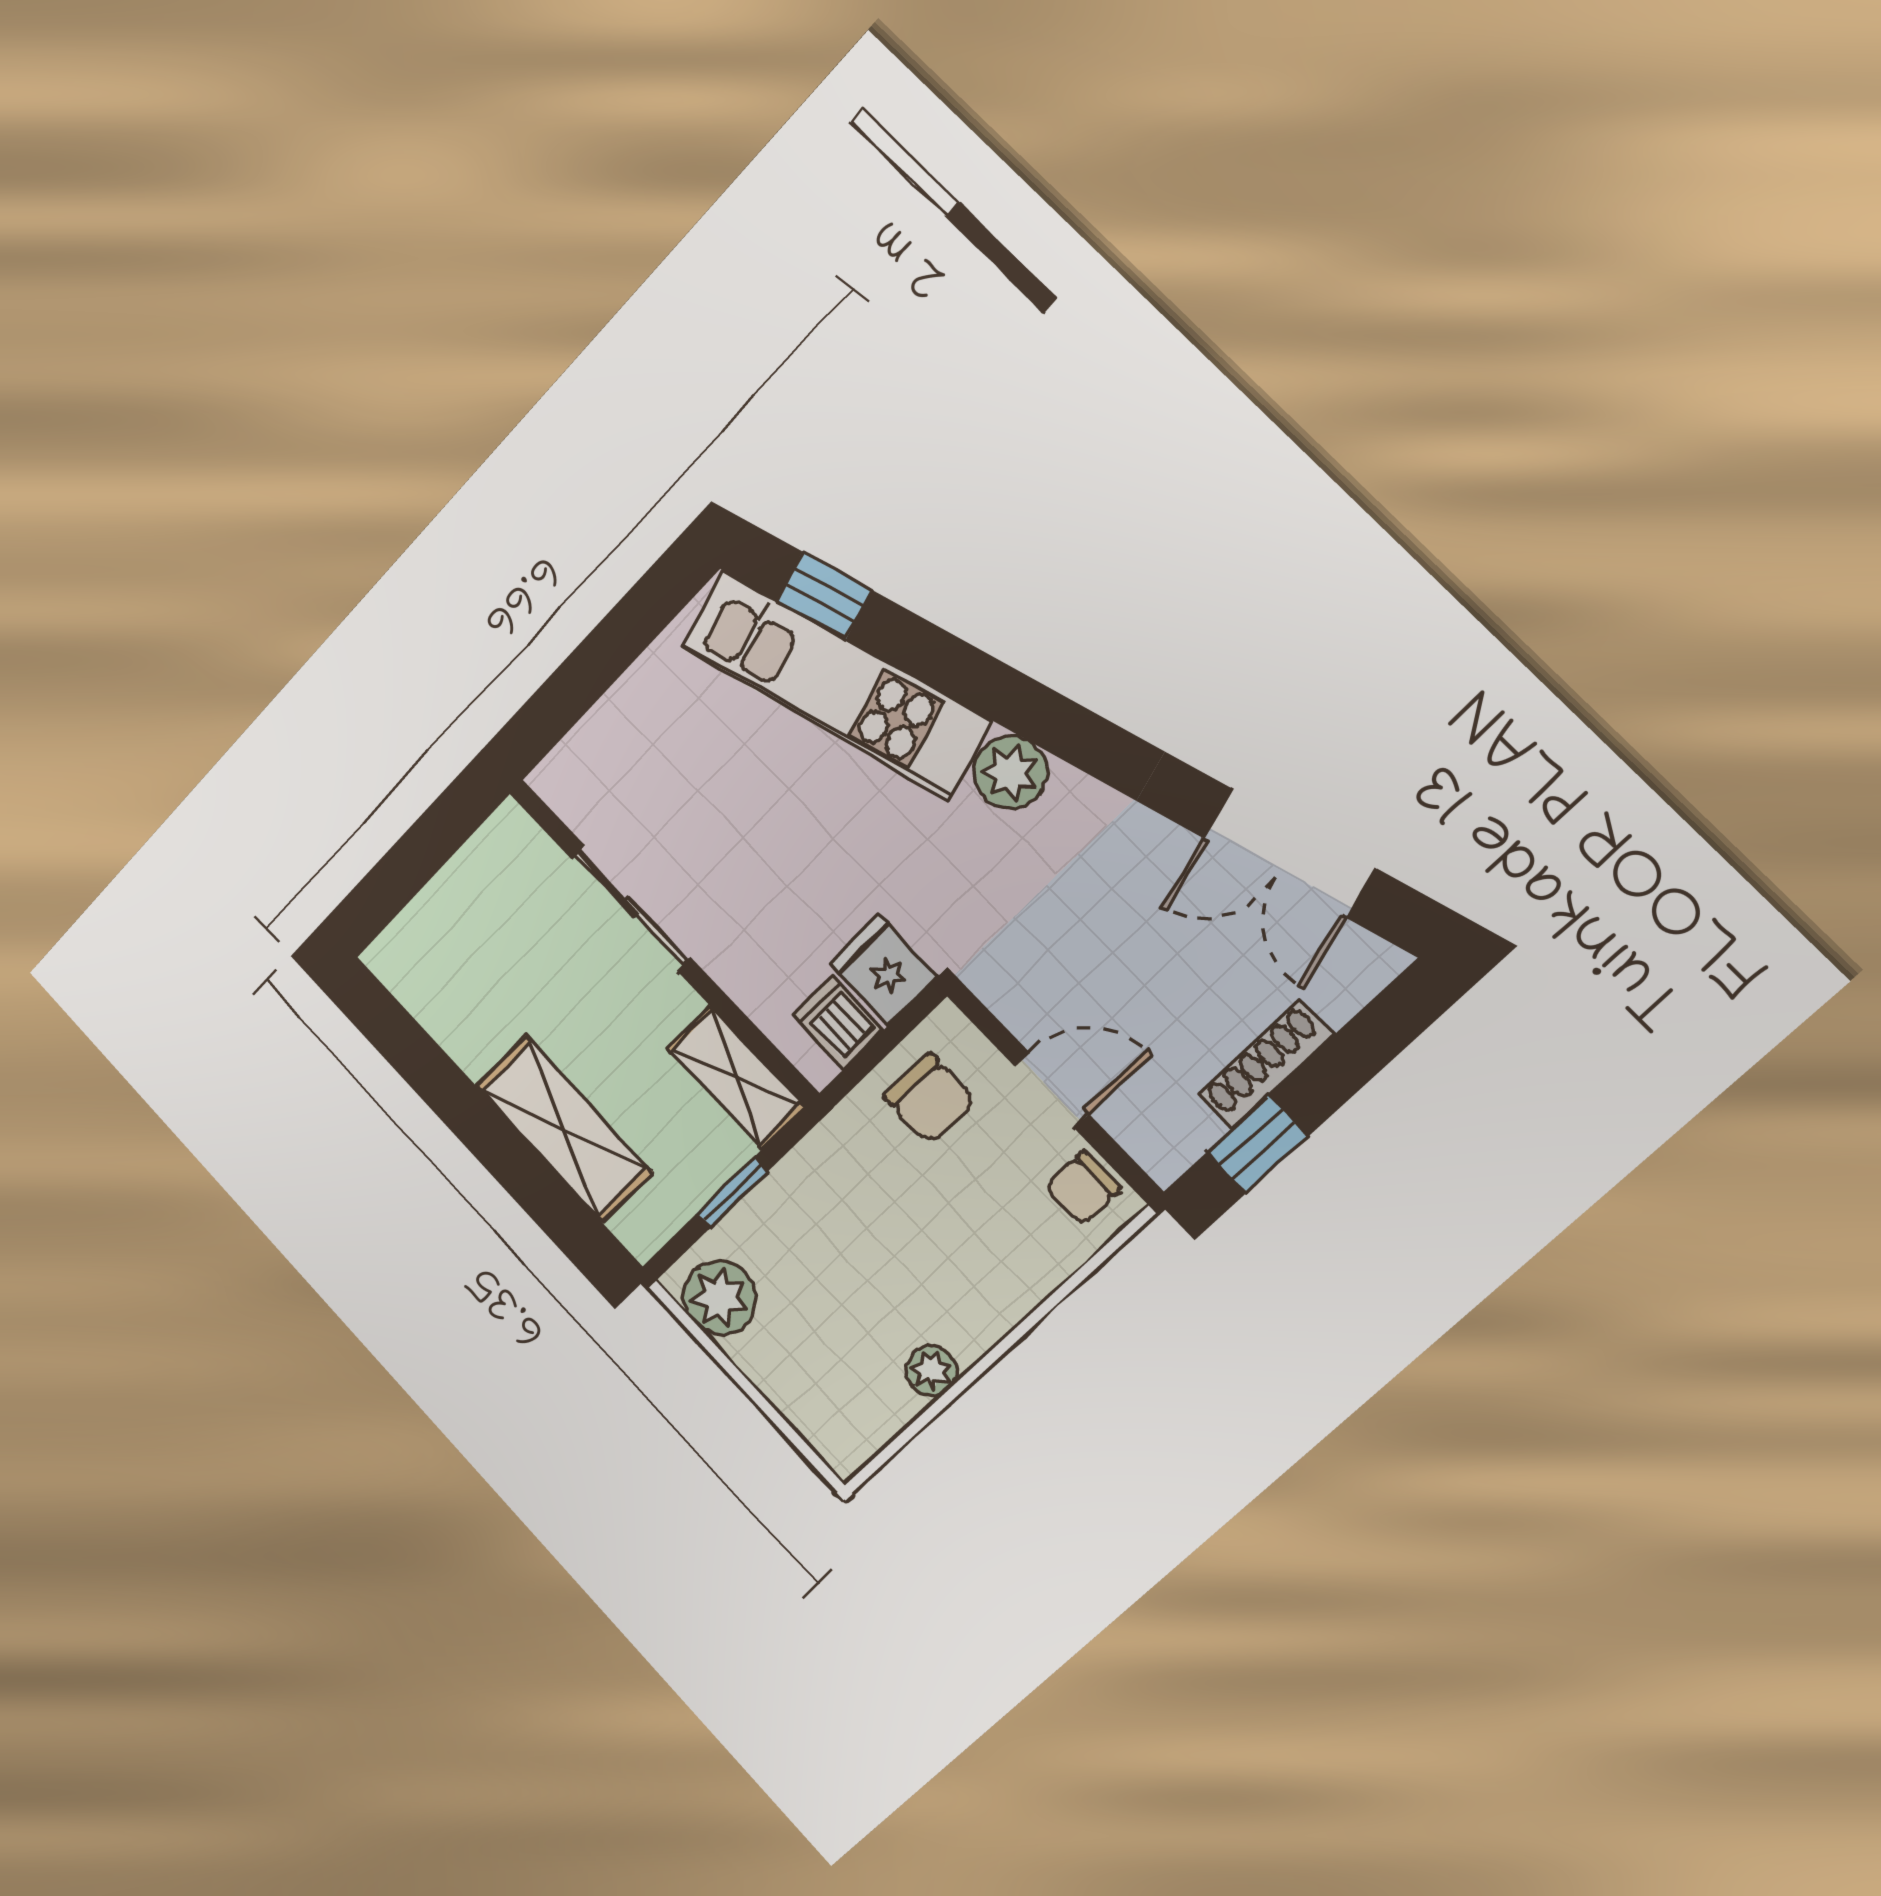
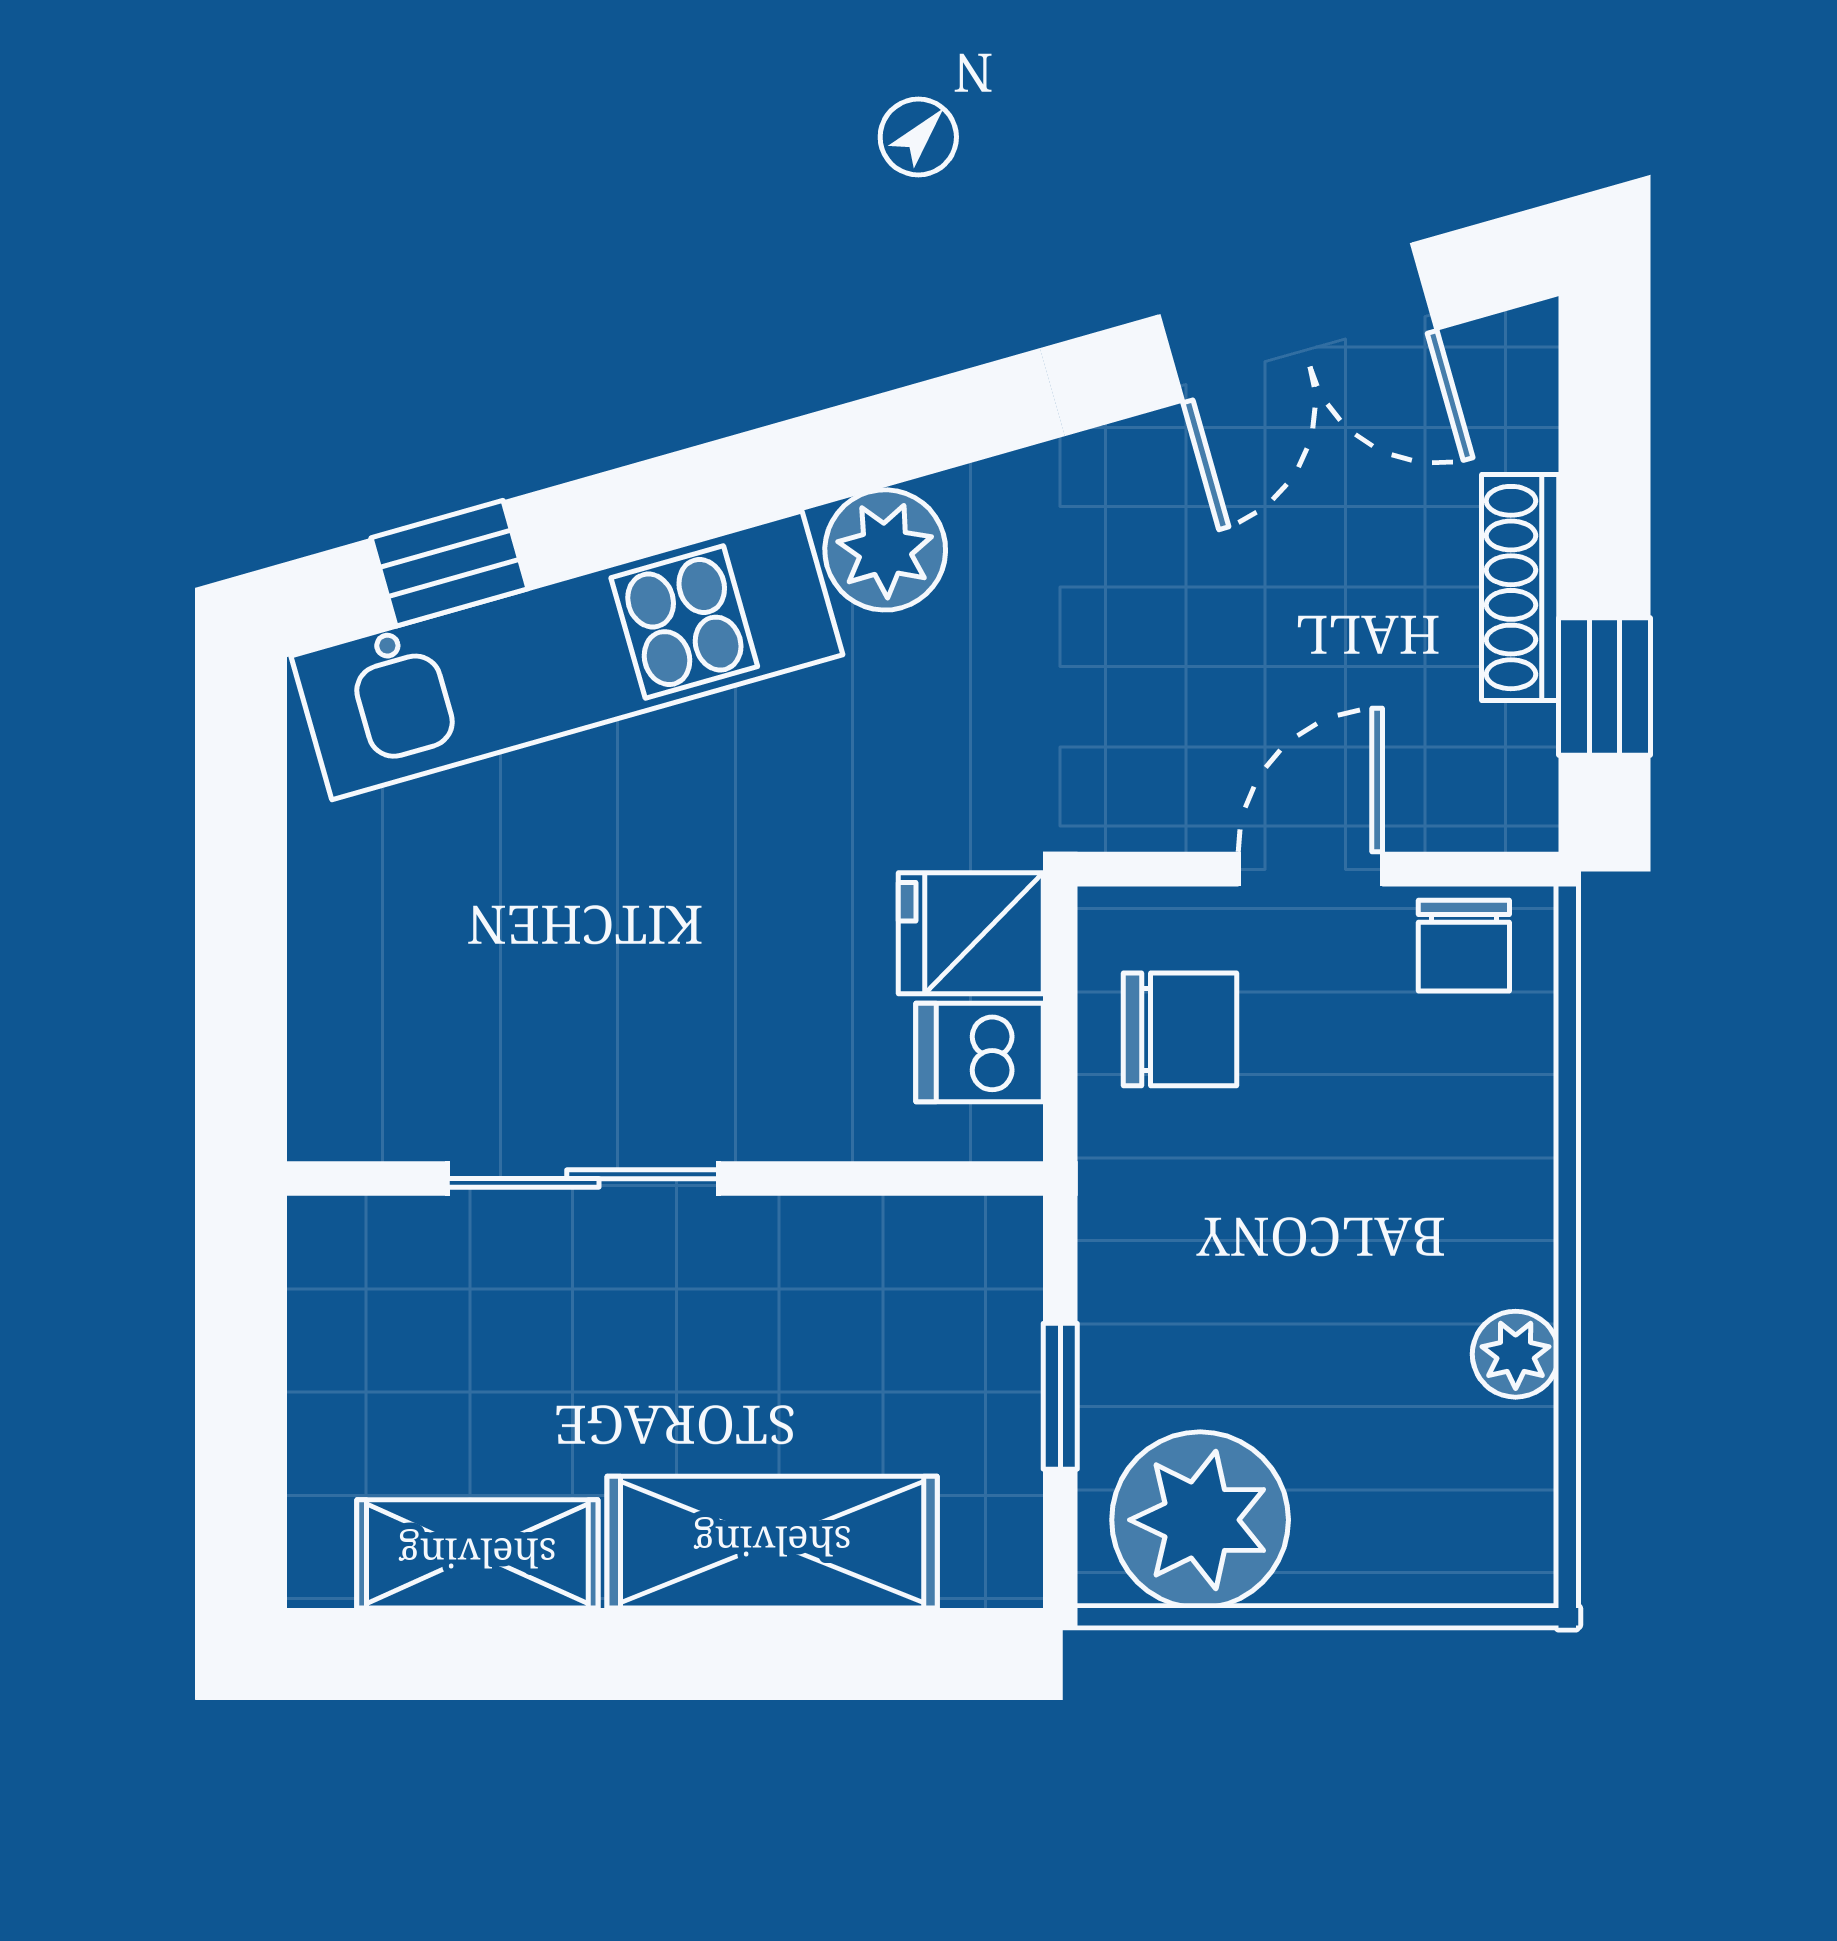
shelving: (736, 1077) -> (477, 1554), moved
plant: (720, 1298) -> (1200, 1520), width x1.36, depth x1.36

